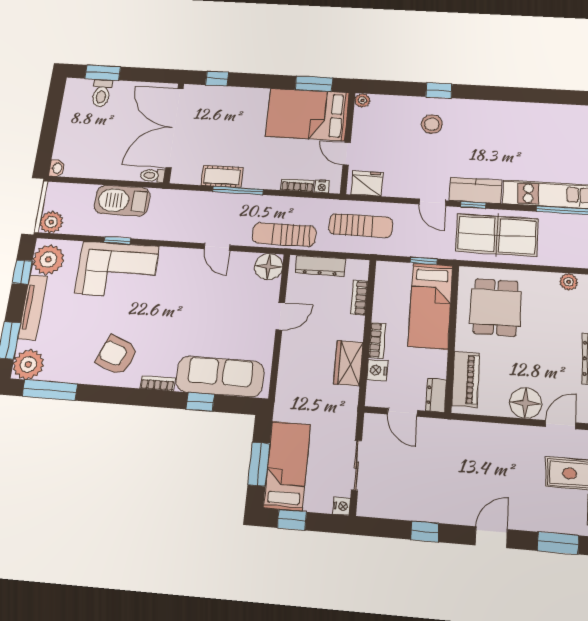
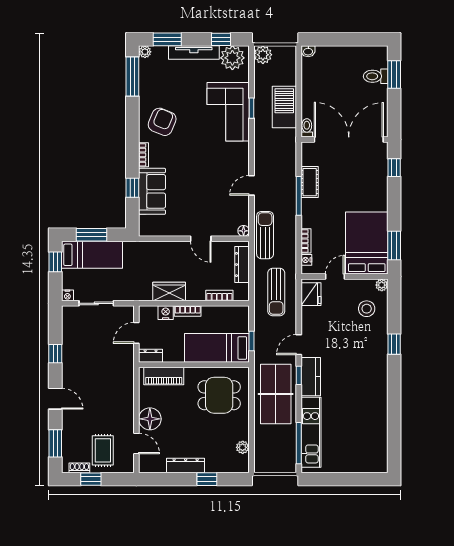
stool: (432, 124) -> (367, 309), moved
floor lamp: (268, 267) -> (244, 231), width x0.53, depth x0.53
plant: (28, 364) -> (145, 52), width x0.53, depth x0.53
sofa: (220, 377) -> (152, 191), width x0.73

